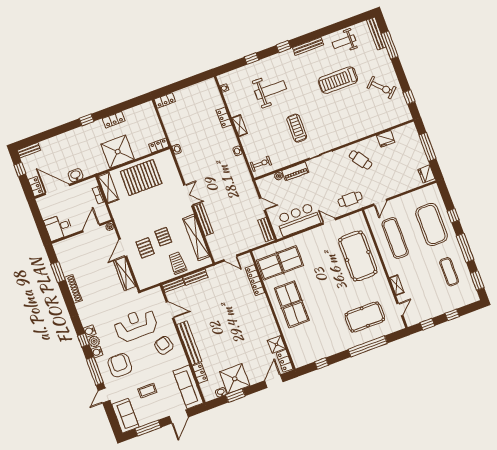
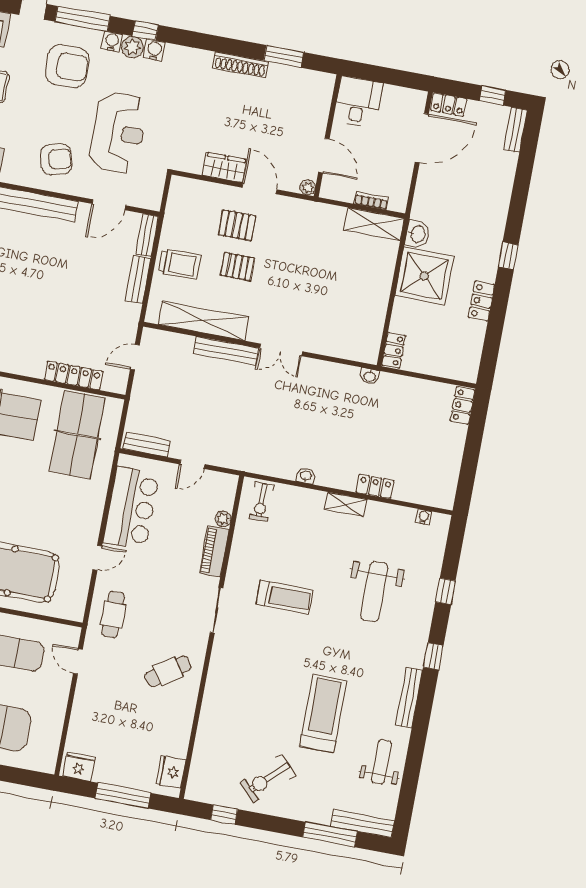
fridge: (386, 139) -> (171, 772), moved
washbasin: (76, 175) -> (417, 234), moved
pallet: (141, 178) -> (358, 289), removed
wardrobe: (125, 274) -> (225, 167), width x0.67

